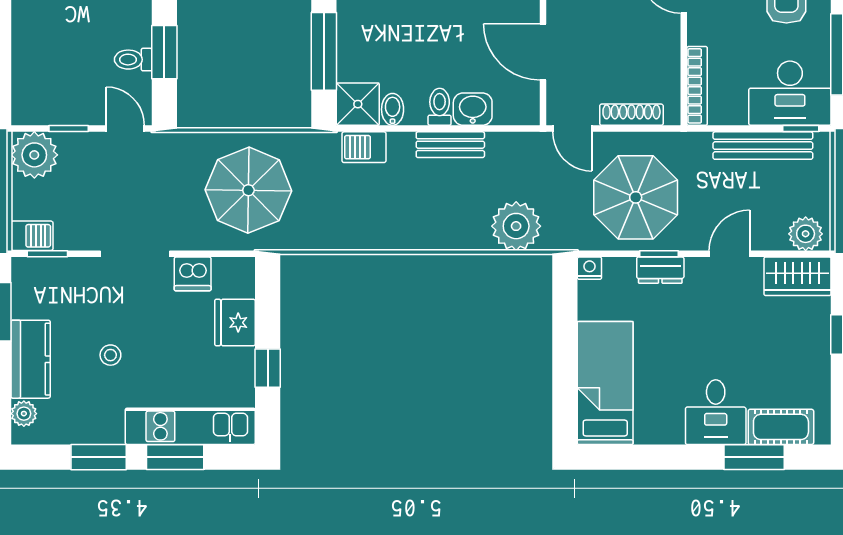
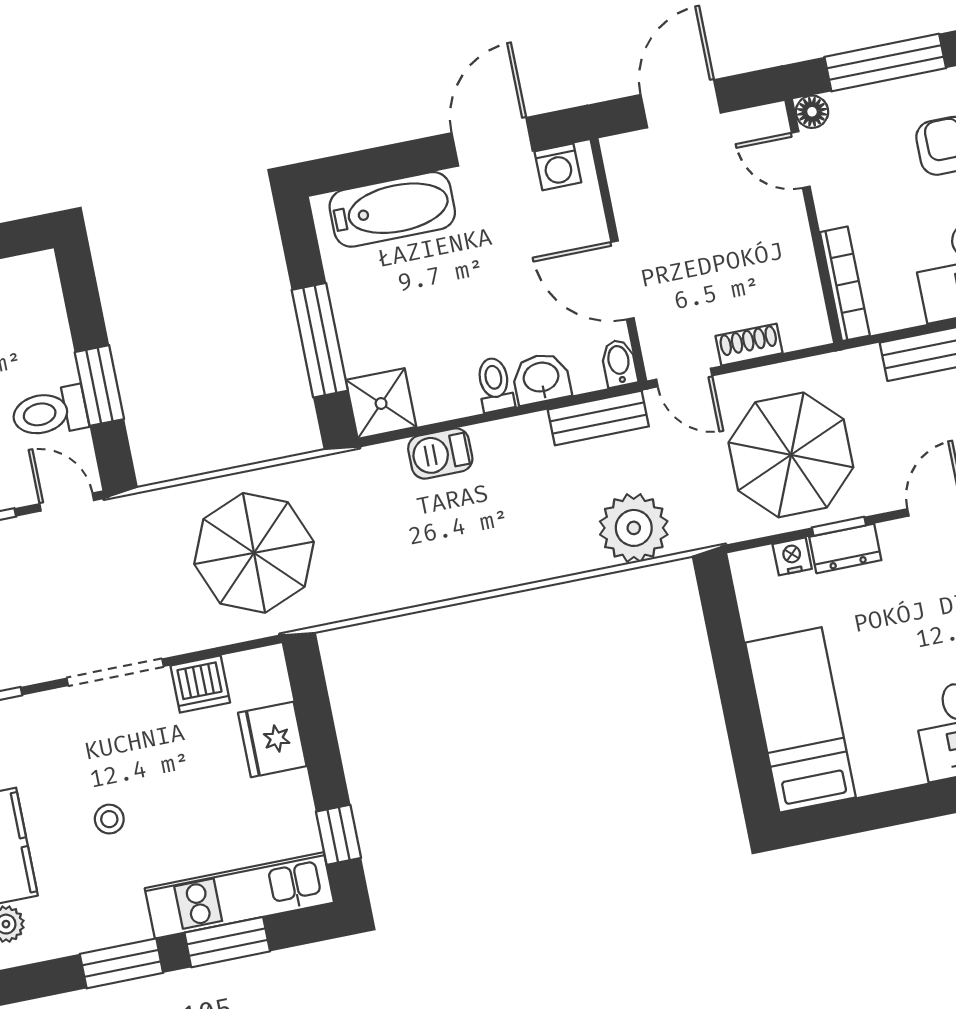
toilet: (133, 60) -> (50, 412), width x1.37, depth x1.39
bidet: (393, 109) -> (619, 363), moved
shoe rack: (631, 115) -> (749, 345), width x0.70
bench: (450, 145) -> (598, 418), moved
barbecue: (364, 147) -> (440, 453), moved
nightstand: (589, 268) -> (792, 556), moved
window: (268, 368) -> (338, 835), moved

